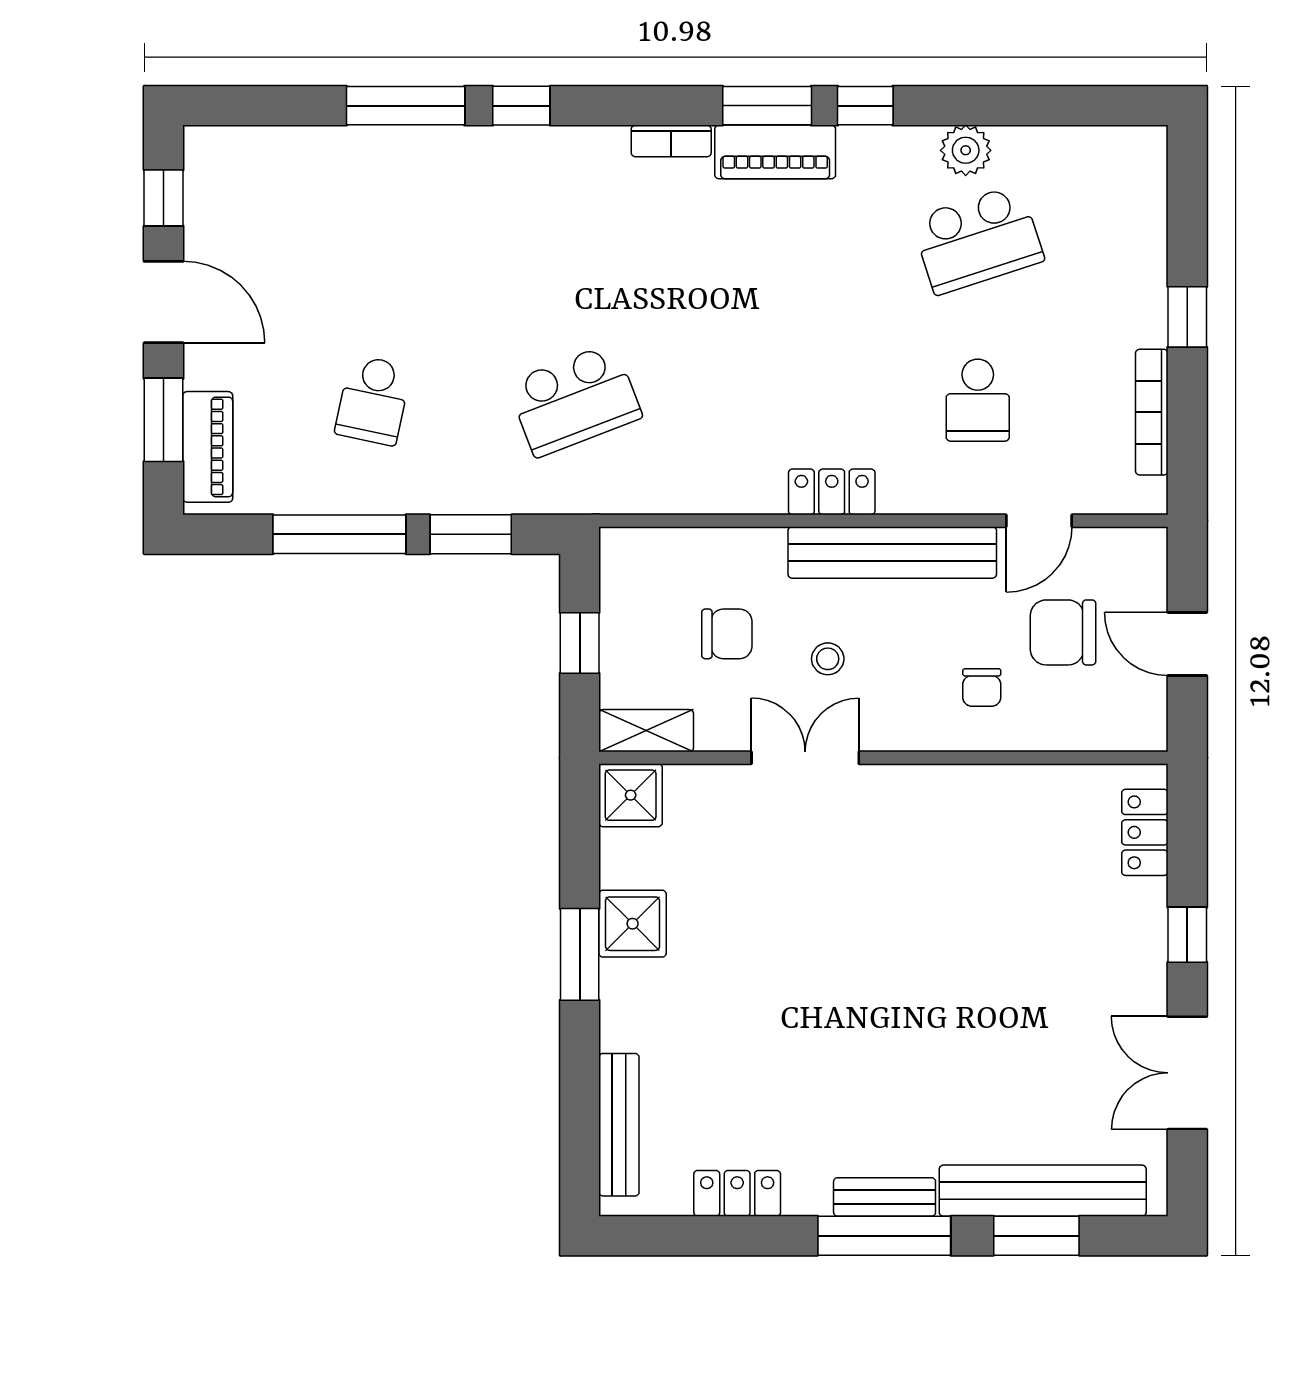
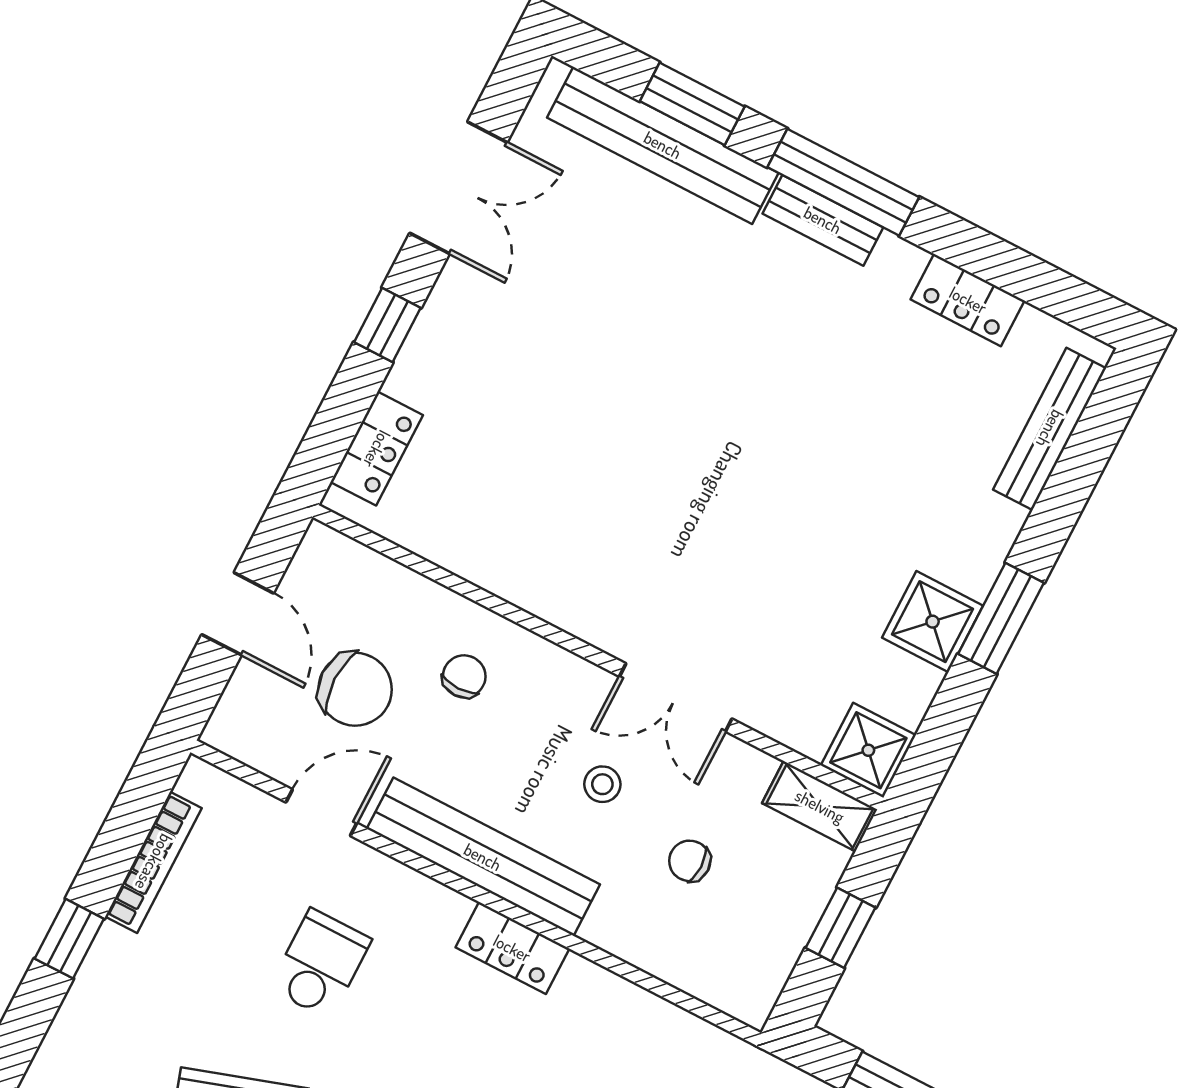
chair: (727, 634) -> (690, 861), width x0.73, depth x0.73

